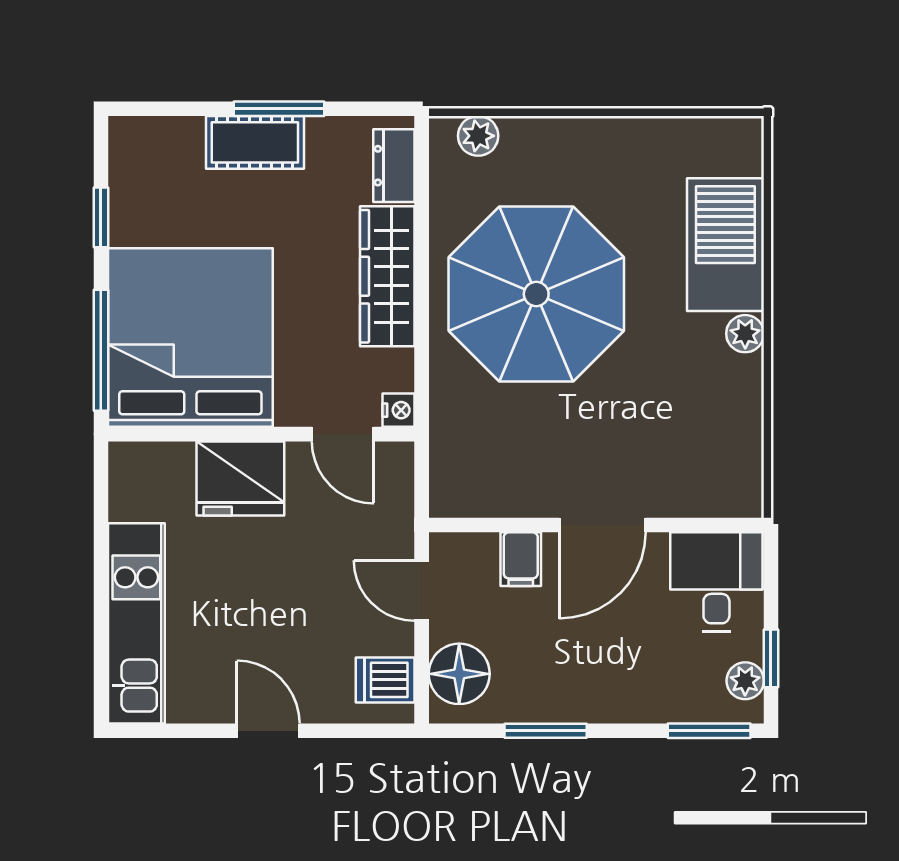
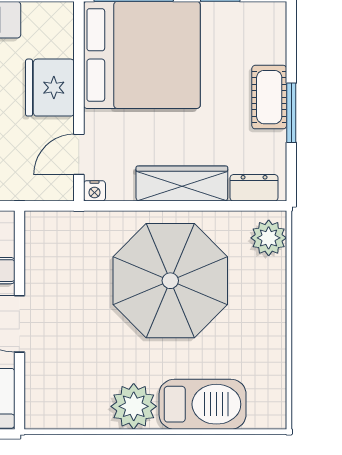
plant: (478, 136) -> (269, 238), width x1.38, depth x1.38
plant: (745, 334) -> (134, 406), width x1.87, depth x1.87

